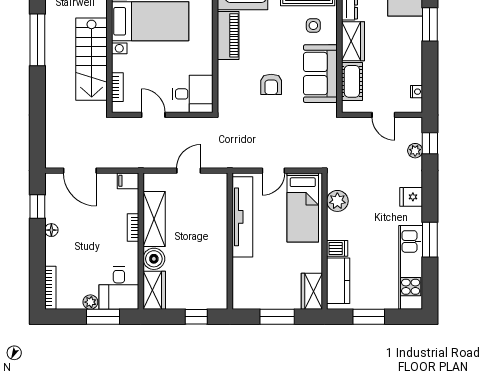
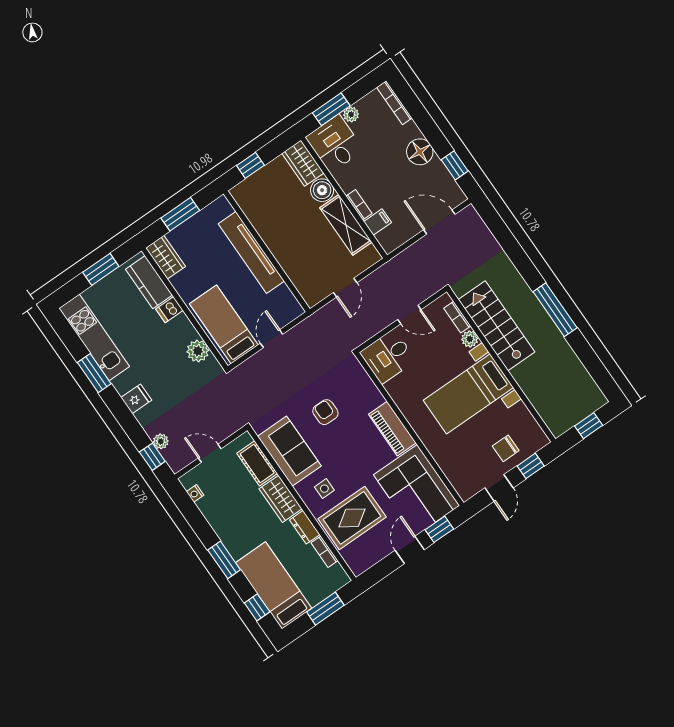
plant: (119, 63) -> (470, 339), added
filing cabinet: (128, 181) -> (377, 222), moved
tv unit: (242, 217) -> (251, 252), moved
floor lamp: (51, 230) -> (420, 152), width x1.89, depth x1.89

